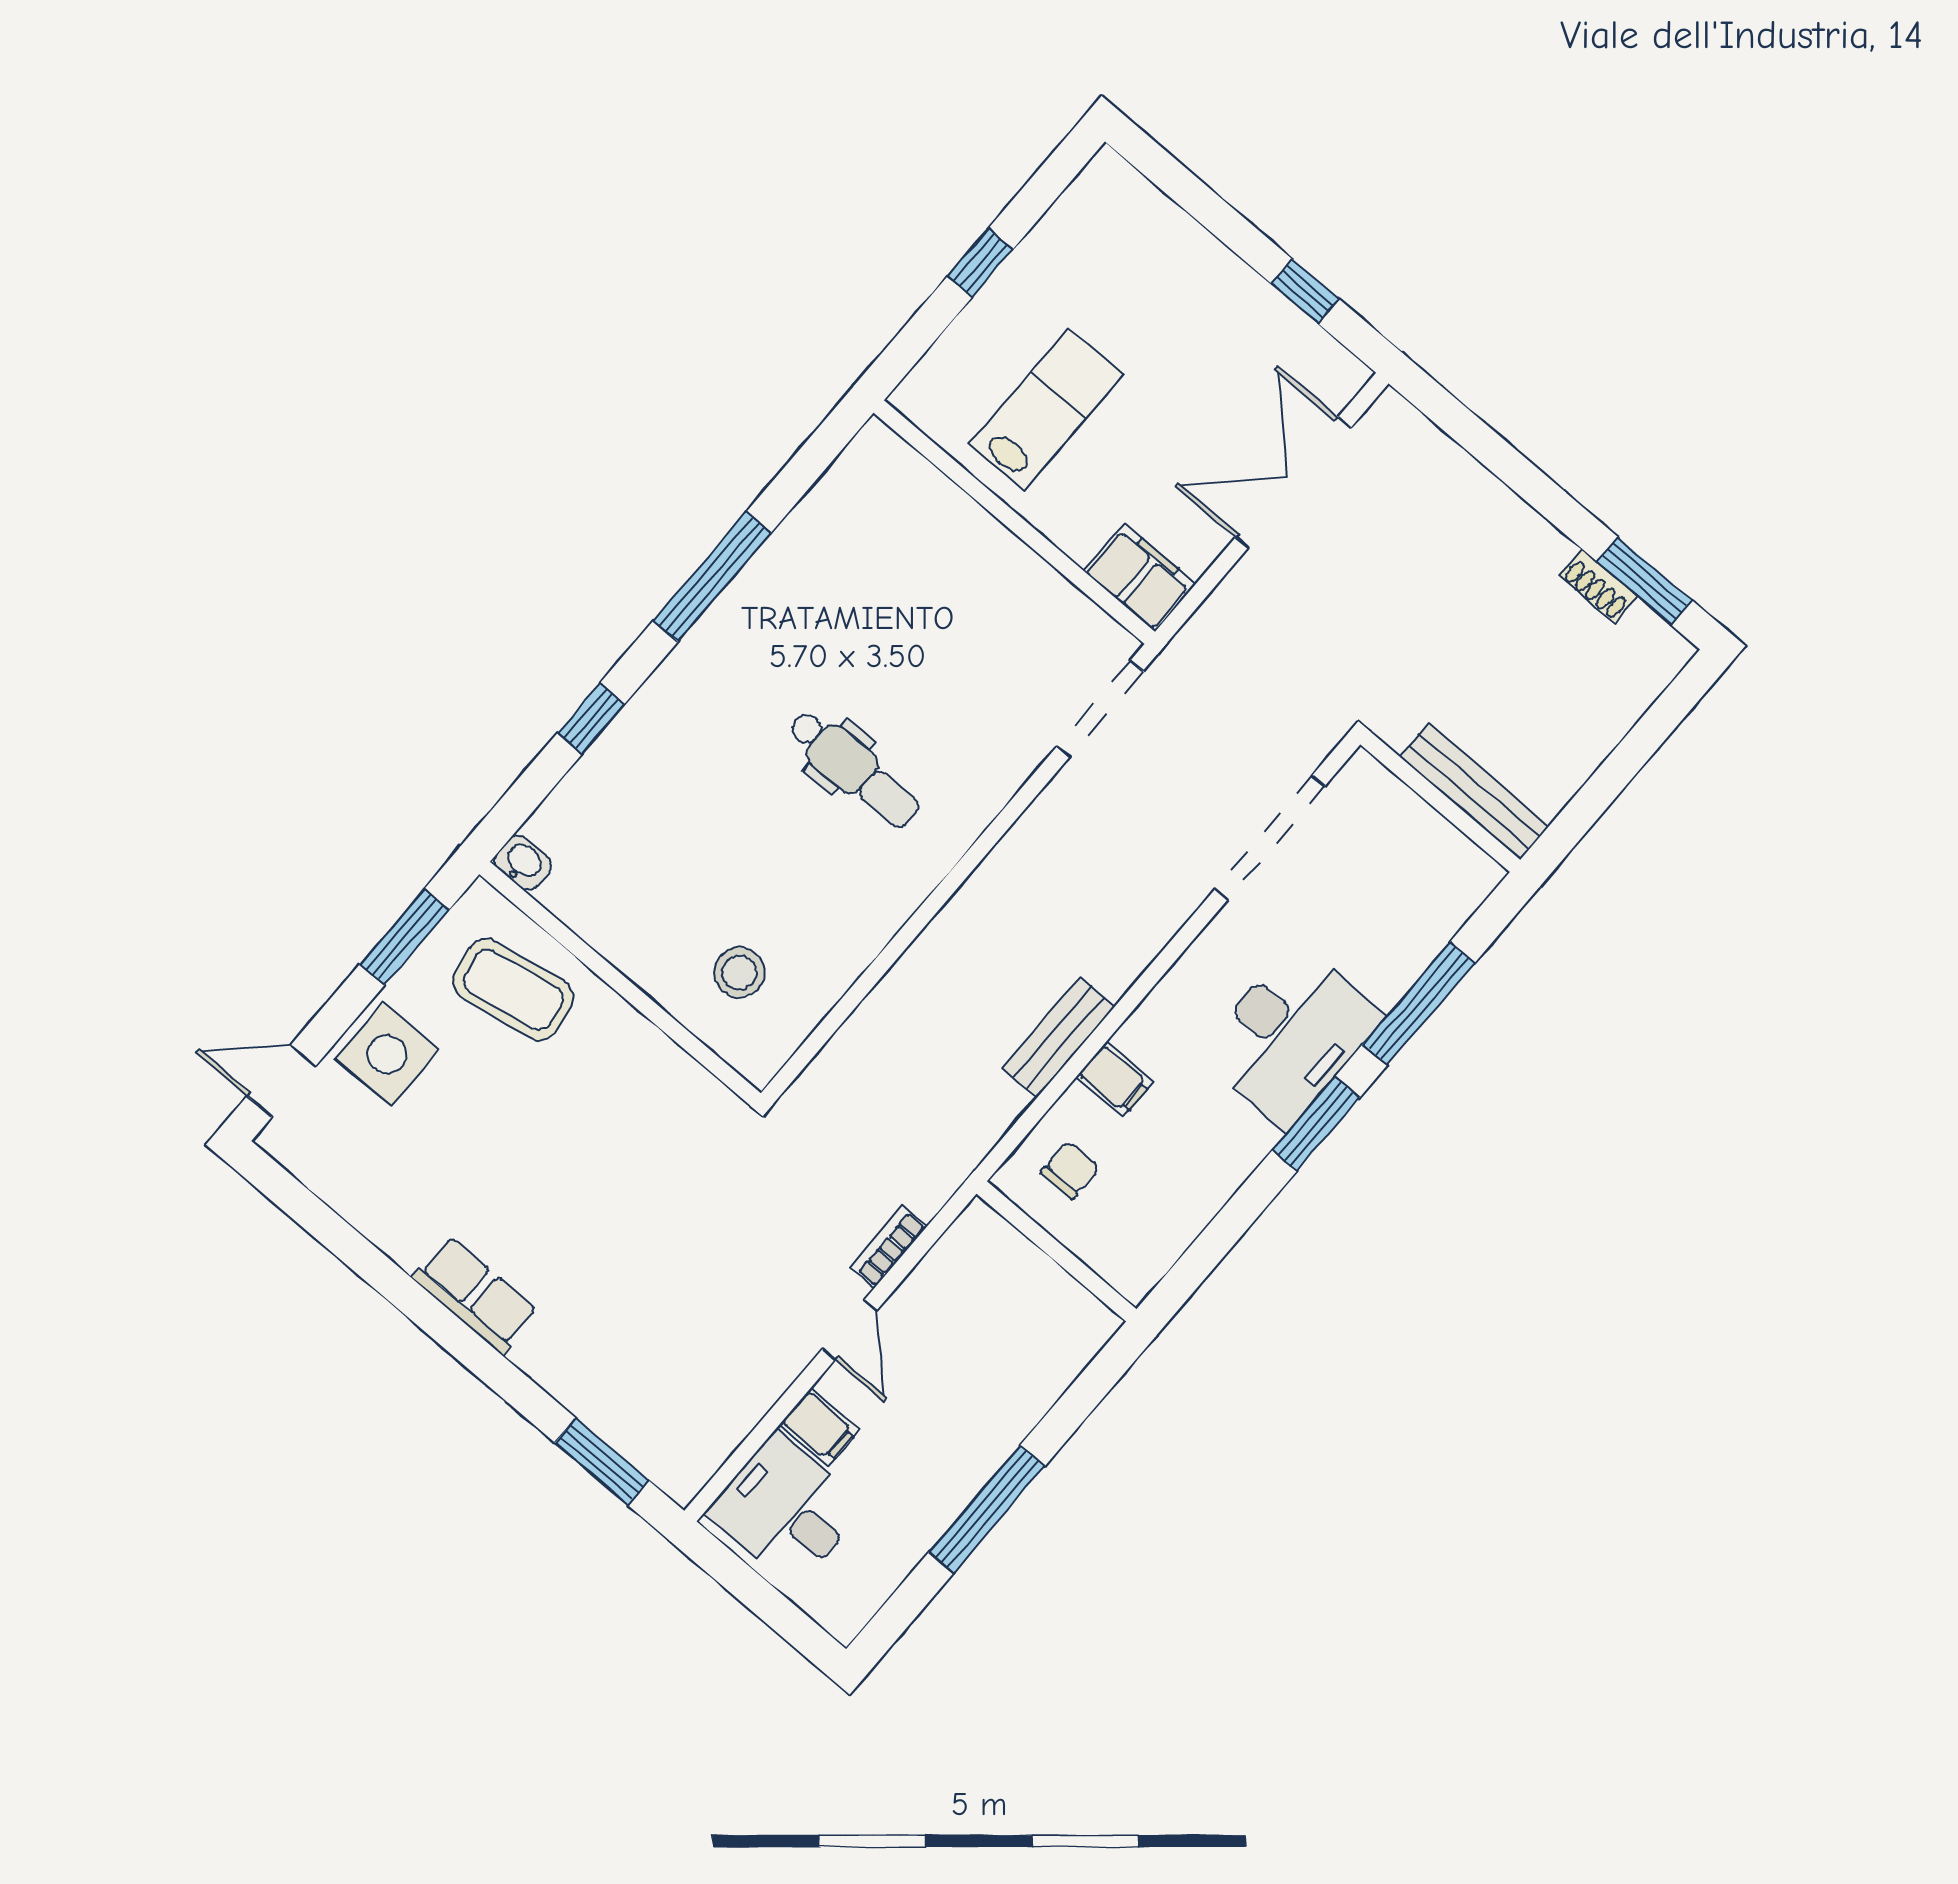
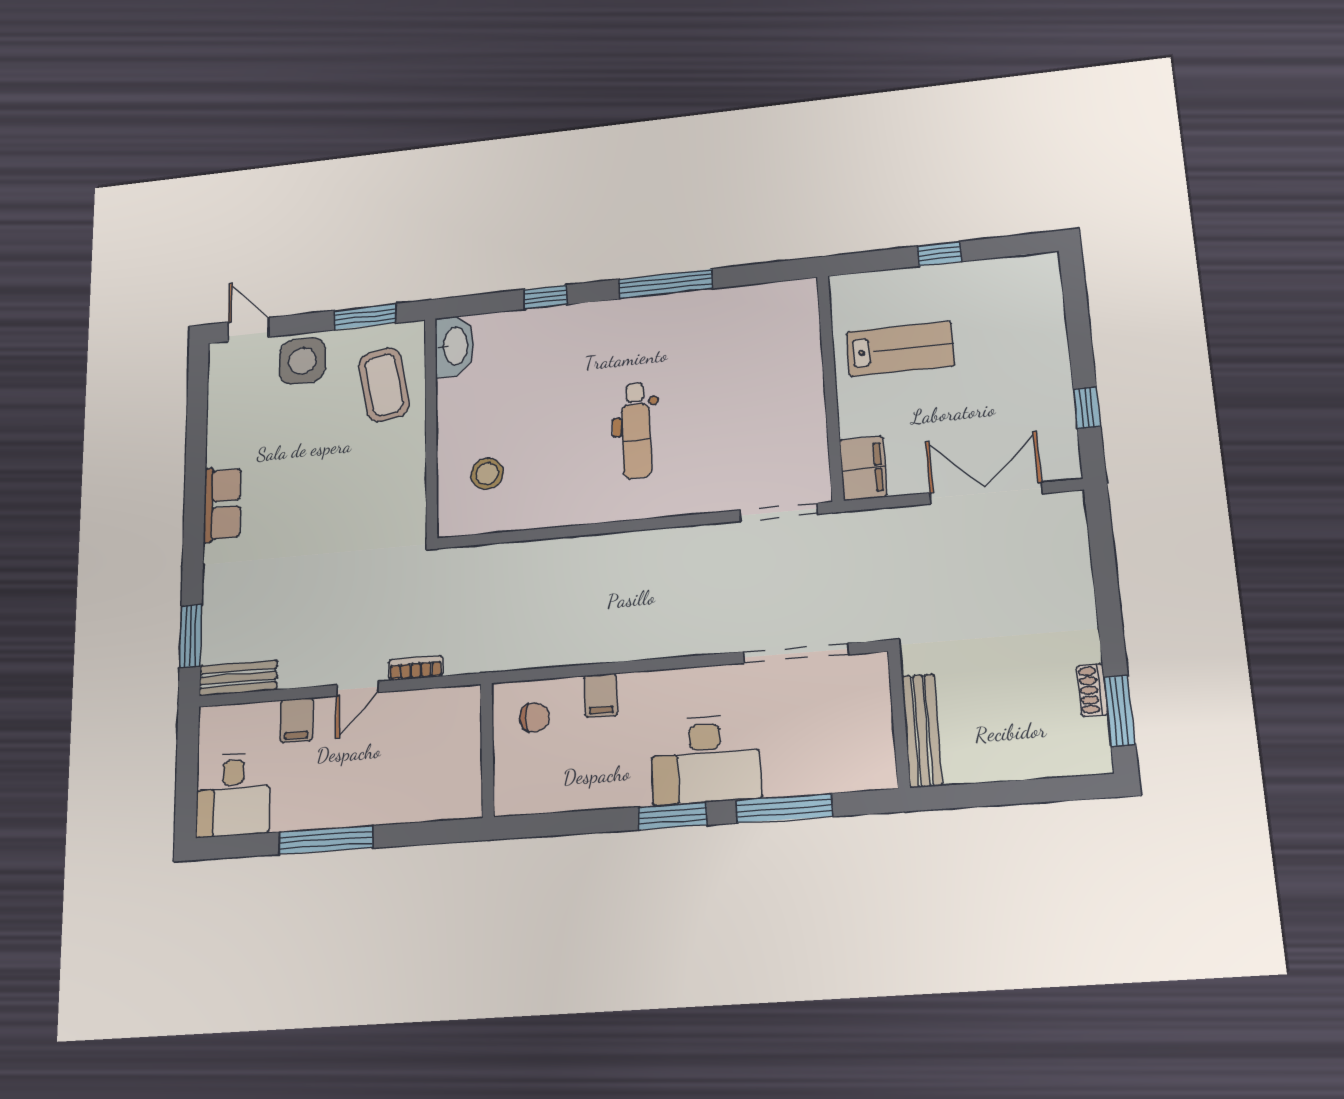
washbasin: (523, 863) -> (455, 346), width x1.91, depth x1.45
bench: (1059, 1037) -> (238, 678), moved
desk: (786, 1510) -> (233, 794), moved, turned 180

